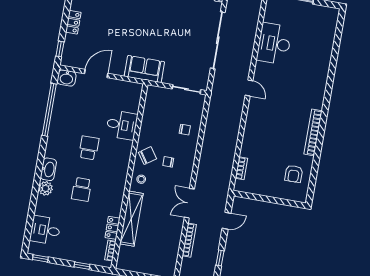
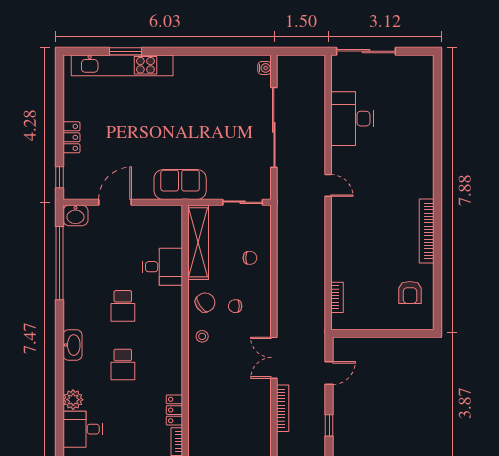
school desk: (89, 148) -> (123, 306), turned 180
plant: (45, 188) -> (73, 400), moved
shelving: (131, 219) -> (198, 242), moved

